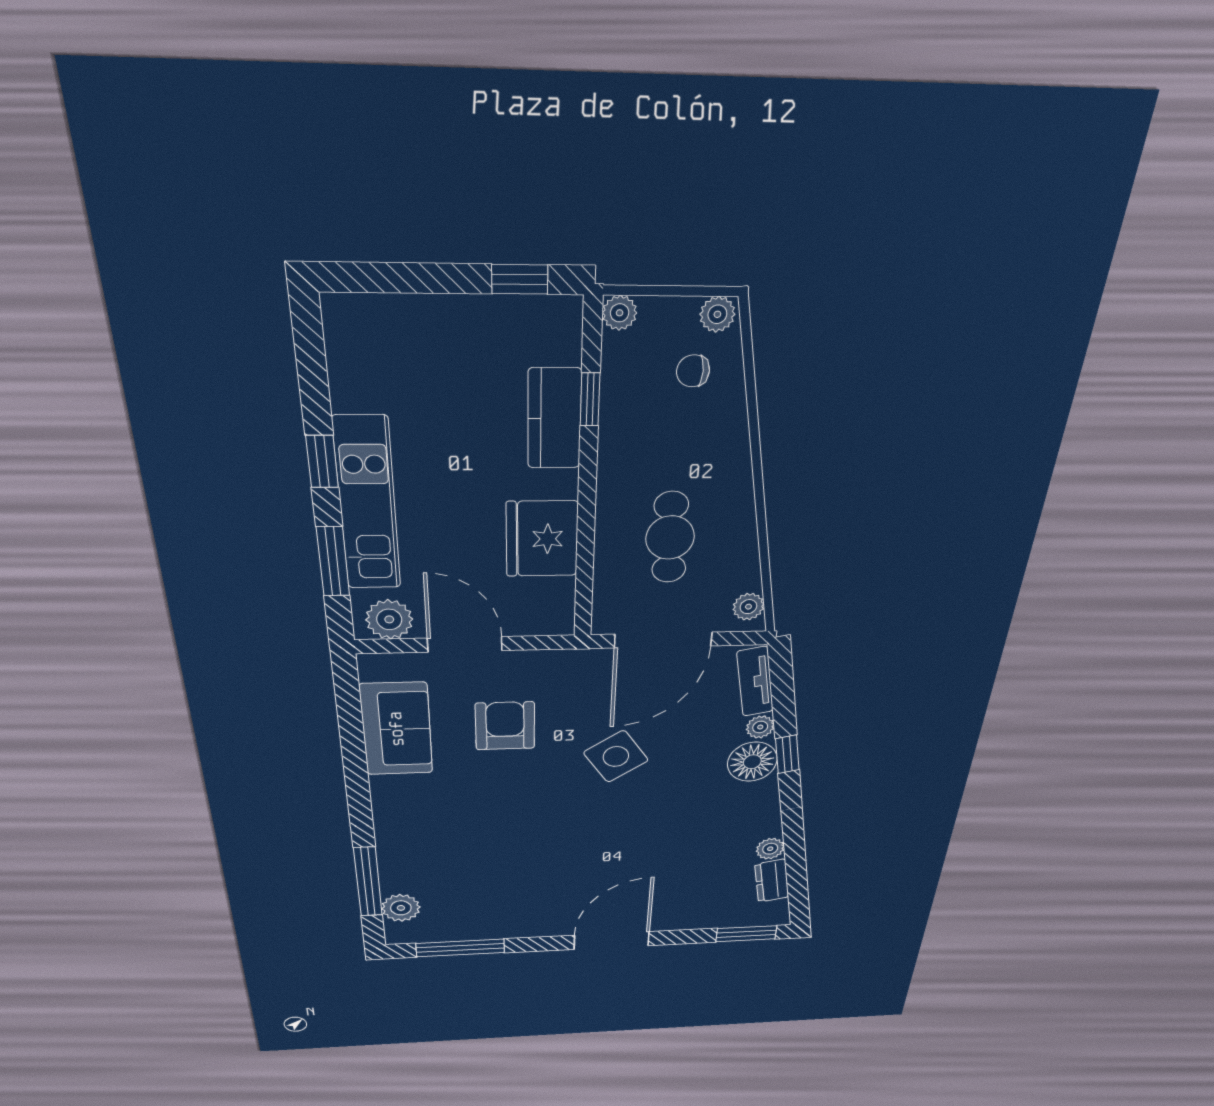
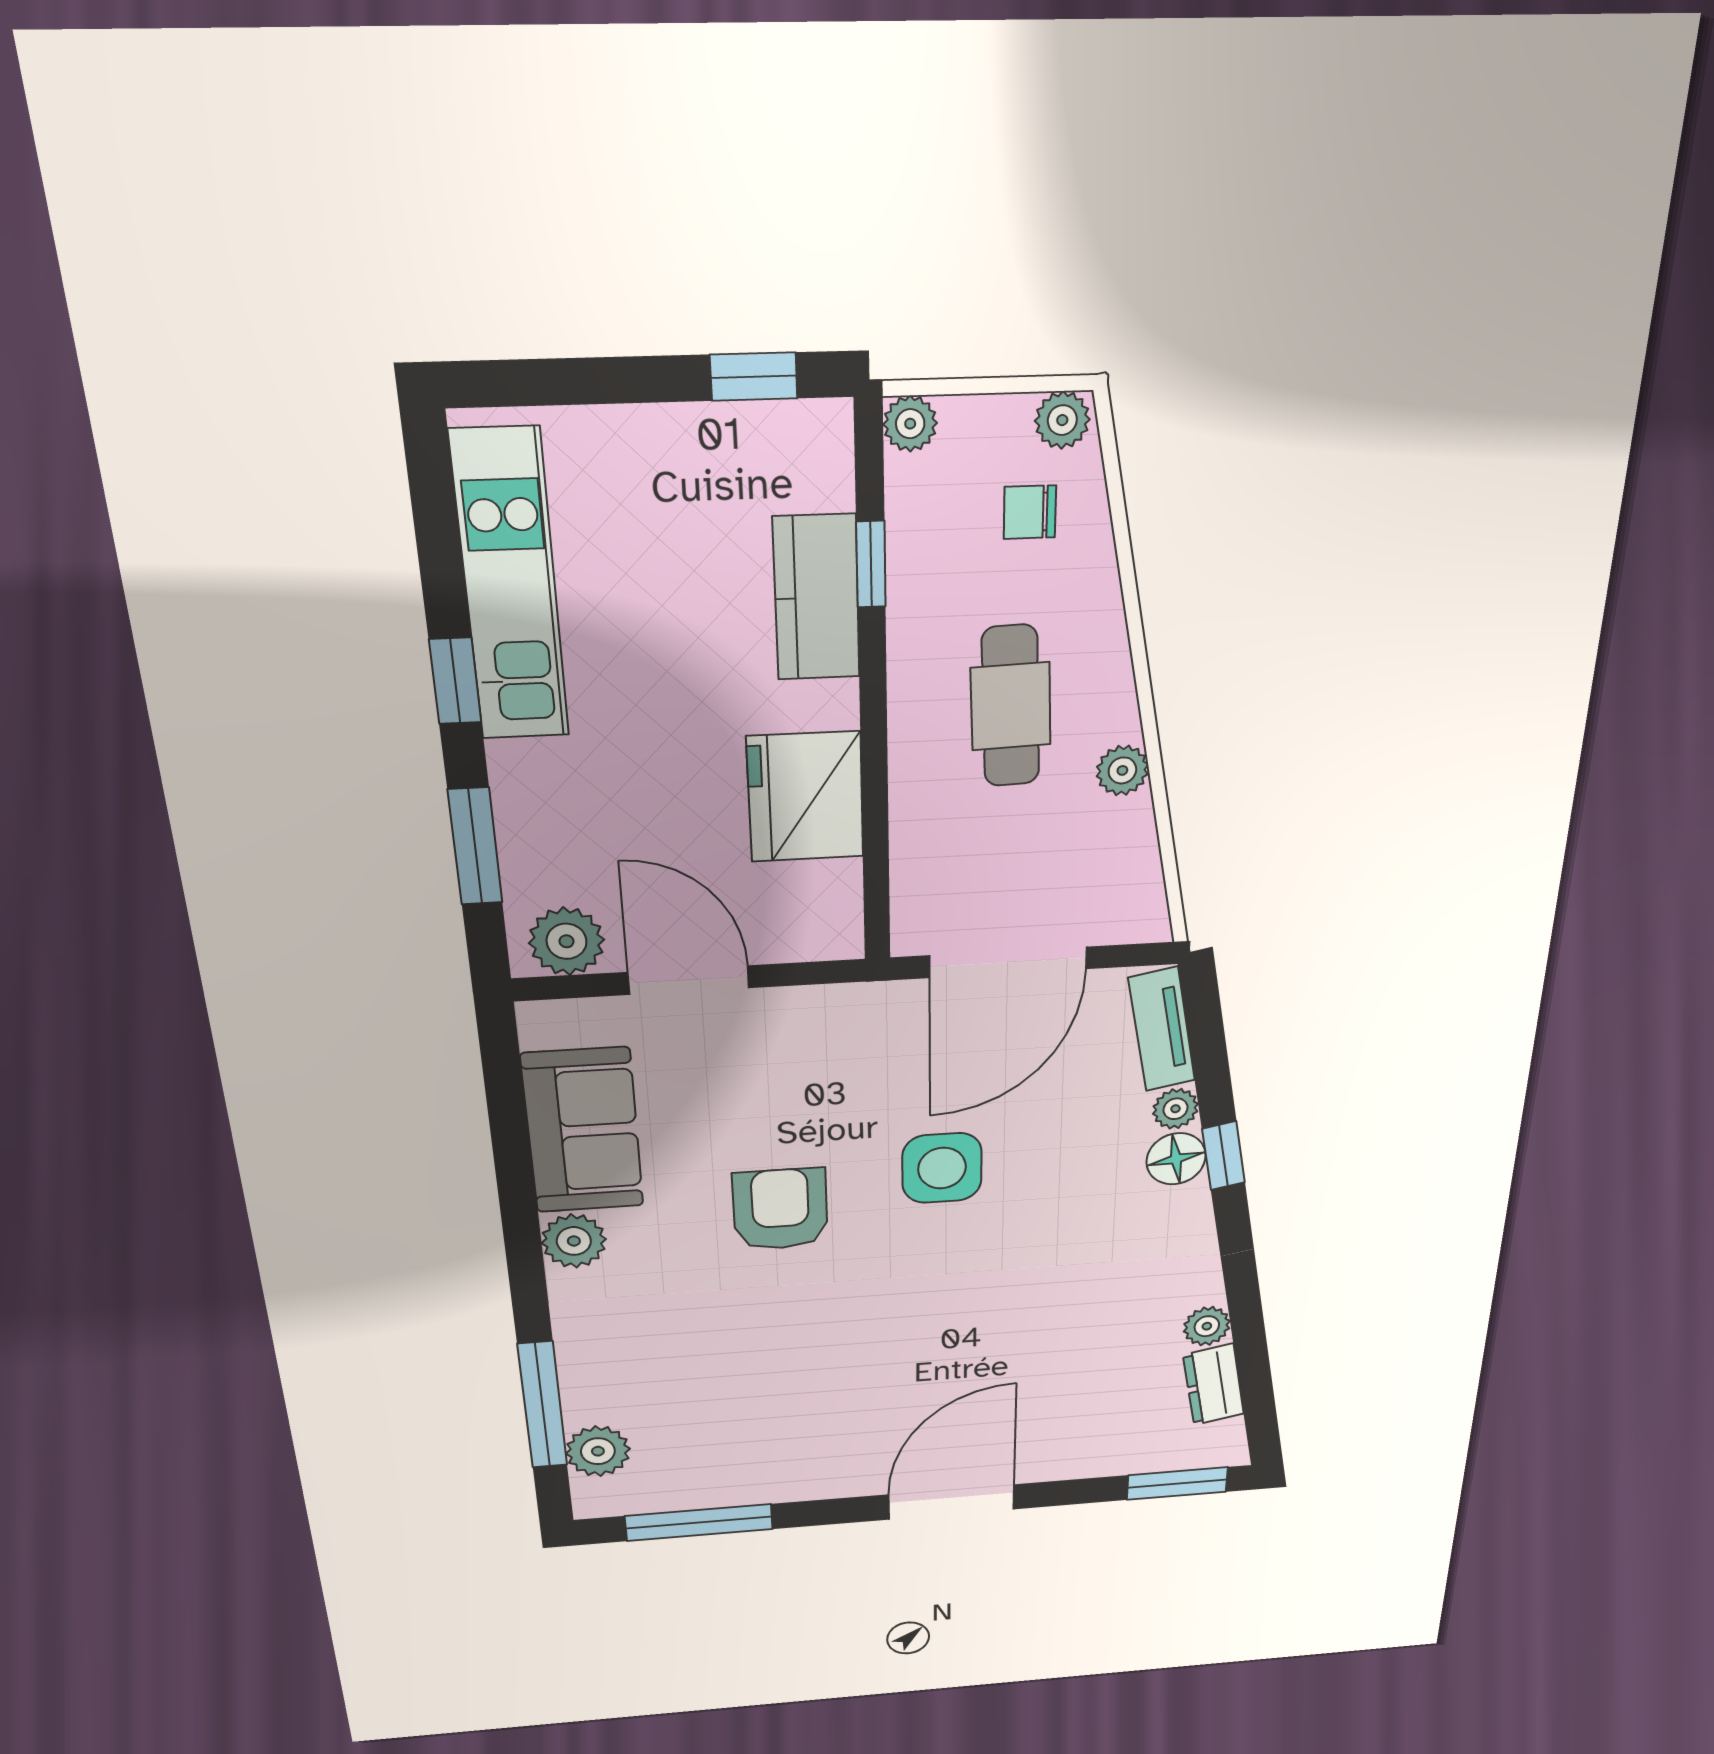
kitchen unit: (367, 505) -> (510, 587), moved
cafe table: (670, 538) -> (1011, 706), moved
plant: (748, 607) -> (1122, 770), moved
armchair: (505, 726) -> (780, 1209), moved
side table: (616, 756) -> (942, 1168), turned 34
floor lamp: (752, 762) -> (1176, 1159), width x0.73, depth x0.73
plant: (389, 791) -> (574, 1241), added

